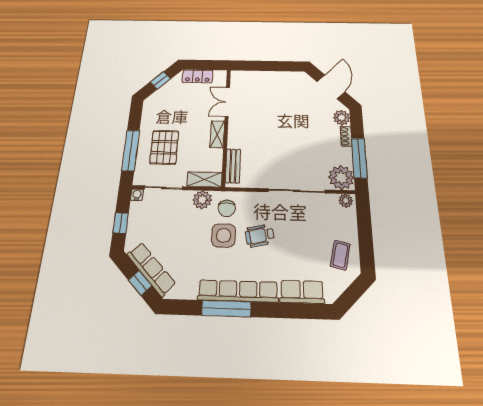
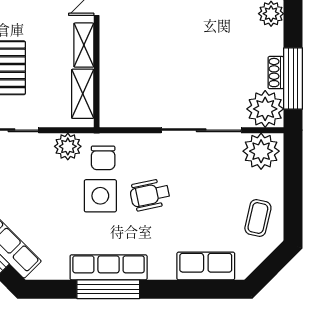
shoe rack: (346, 136) -> (276, 73), moved
bench: (233, 166) -> (109, 95), removed
shelving: (204, 179) -> (83, 94), moved, turned 90
plant: (346, 201) -> (261, 151), width x1.87, depth x1.87
row of seats: (238, 291) -> (109, 267), width x0.73

